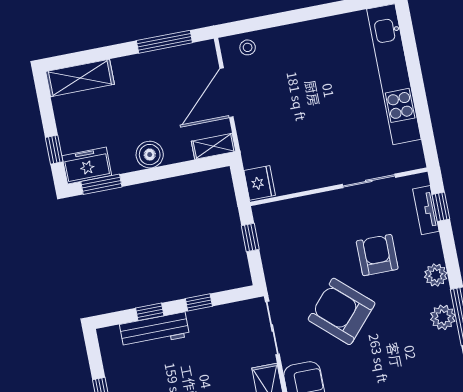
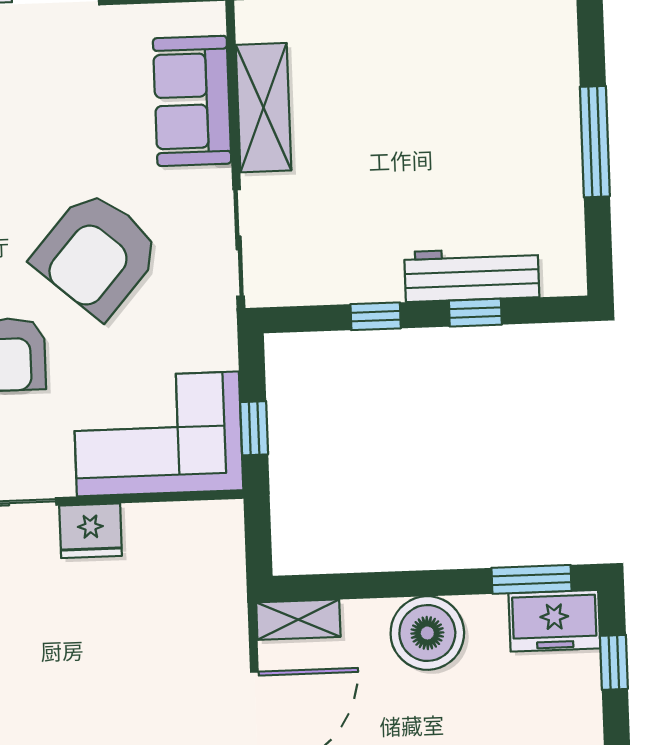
boiler: (150, 155) -> (427, 633), width x1.37, depth x1.37
fridge: (260, 183) -> (91, 531), moved, turned -90
corner sofa: (297, 227) -> (158, 434), added
armchair: (342, 311) -> (97, 254), turned 89

